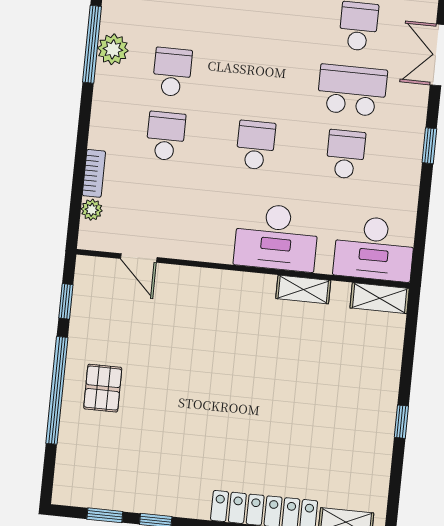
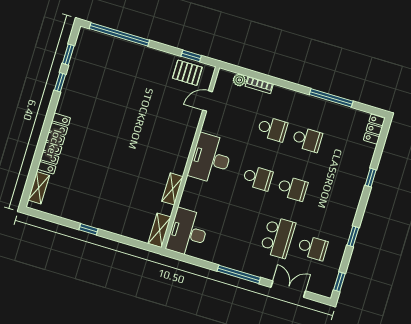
plant: (113, 49) -> (326, 109), removed
window: (429, 146) -> (239, 274), width x2.17
school desk: (346, 154) -> (292, 188), moved
desk: (276, 237) -> (211, 159), moved
pallet: (103, 388) -> (187, 73), moved
window: (57, 390) -> (119, 34), moved

